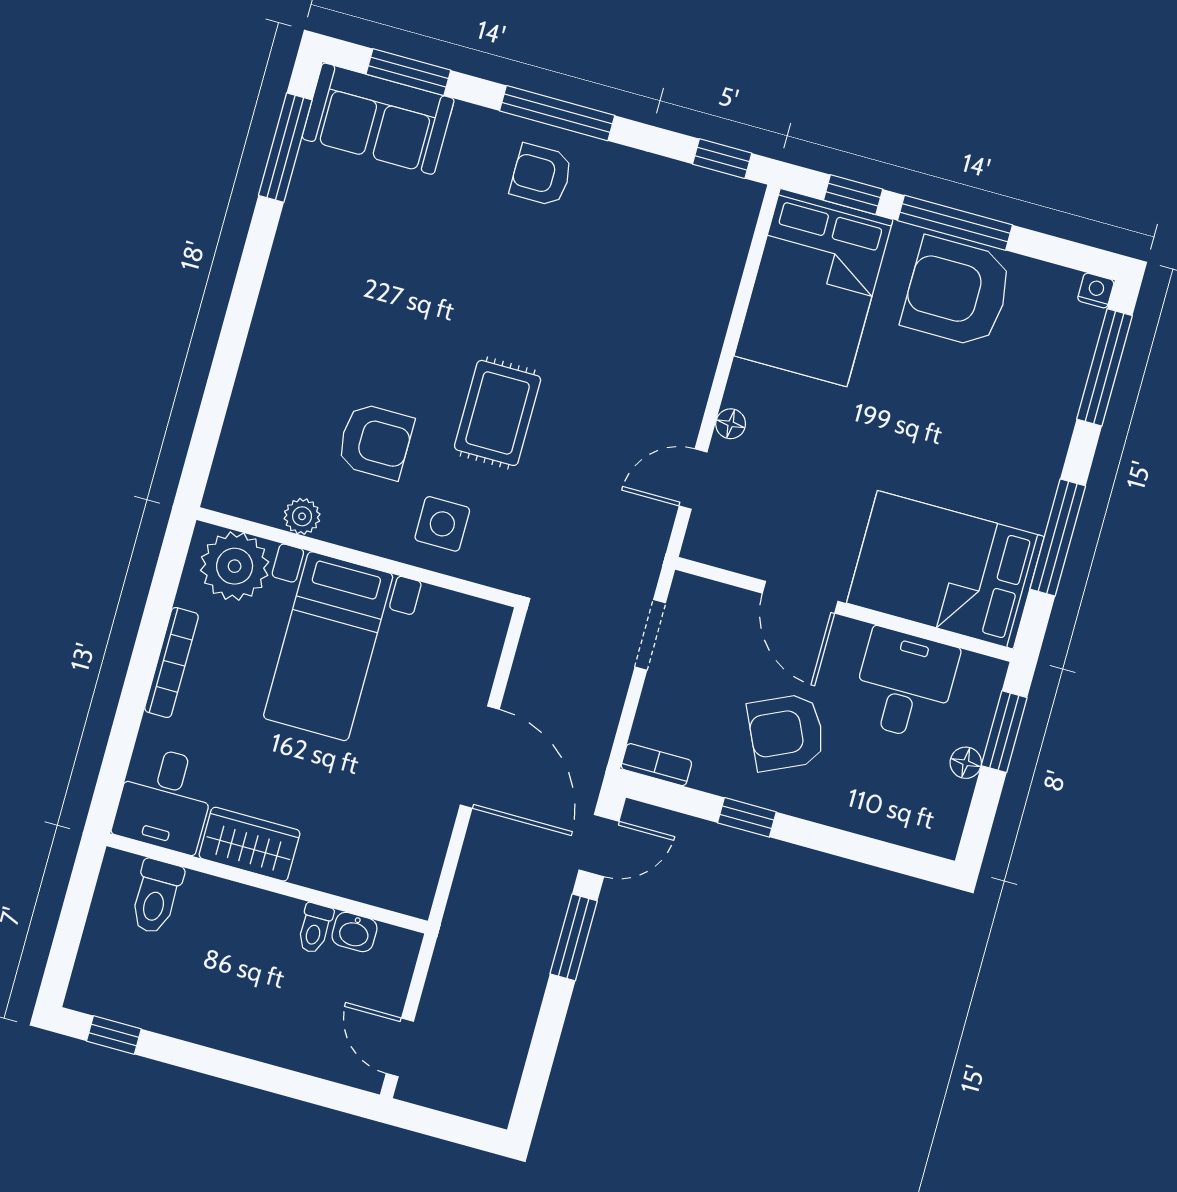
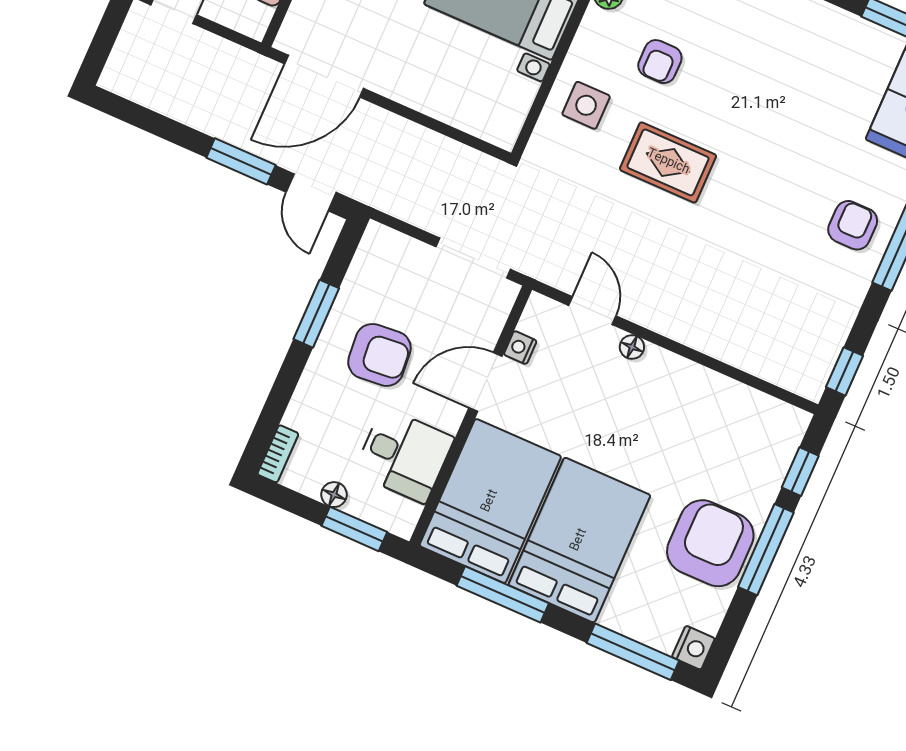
bed: (814, 288) -> (579, 540), moved, turned 90
nightstand: (1096, 291) -> (693, 648), width x1.39, depth x1.35
armchair: (375, 441) -> (660, 62), width x0.72, depth x0.72
nightstand: (752, 561) -> (520, 348), added
doorway: (650, 635) -> (473, 258), width x1.38
armchair: (786, 732) -> (379, 355), turned 110
door: (480, 757) -> (324, 76), moved
bookcase: (656, 765) -> (278, 454), moved
window: (747, 817) -> (316, 314), width x1.50

